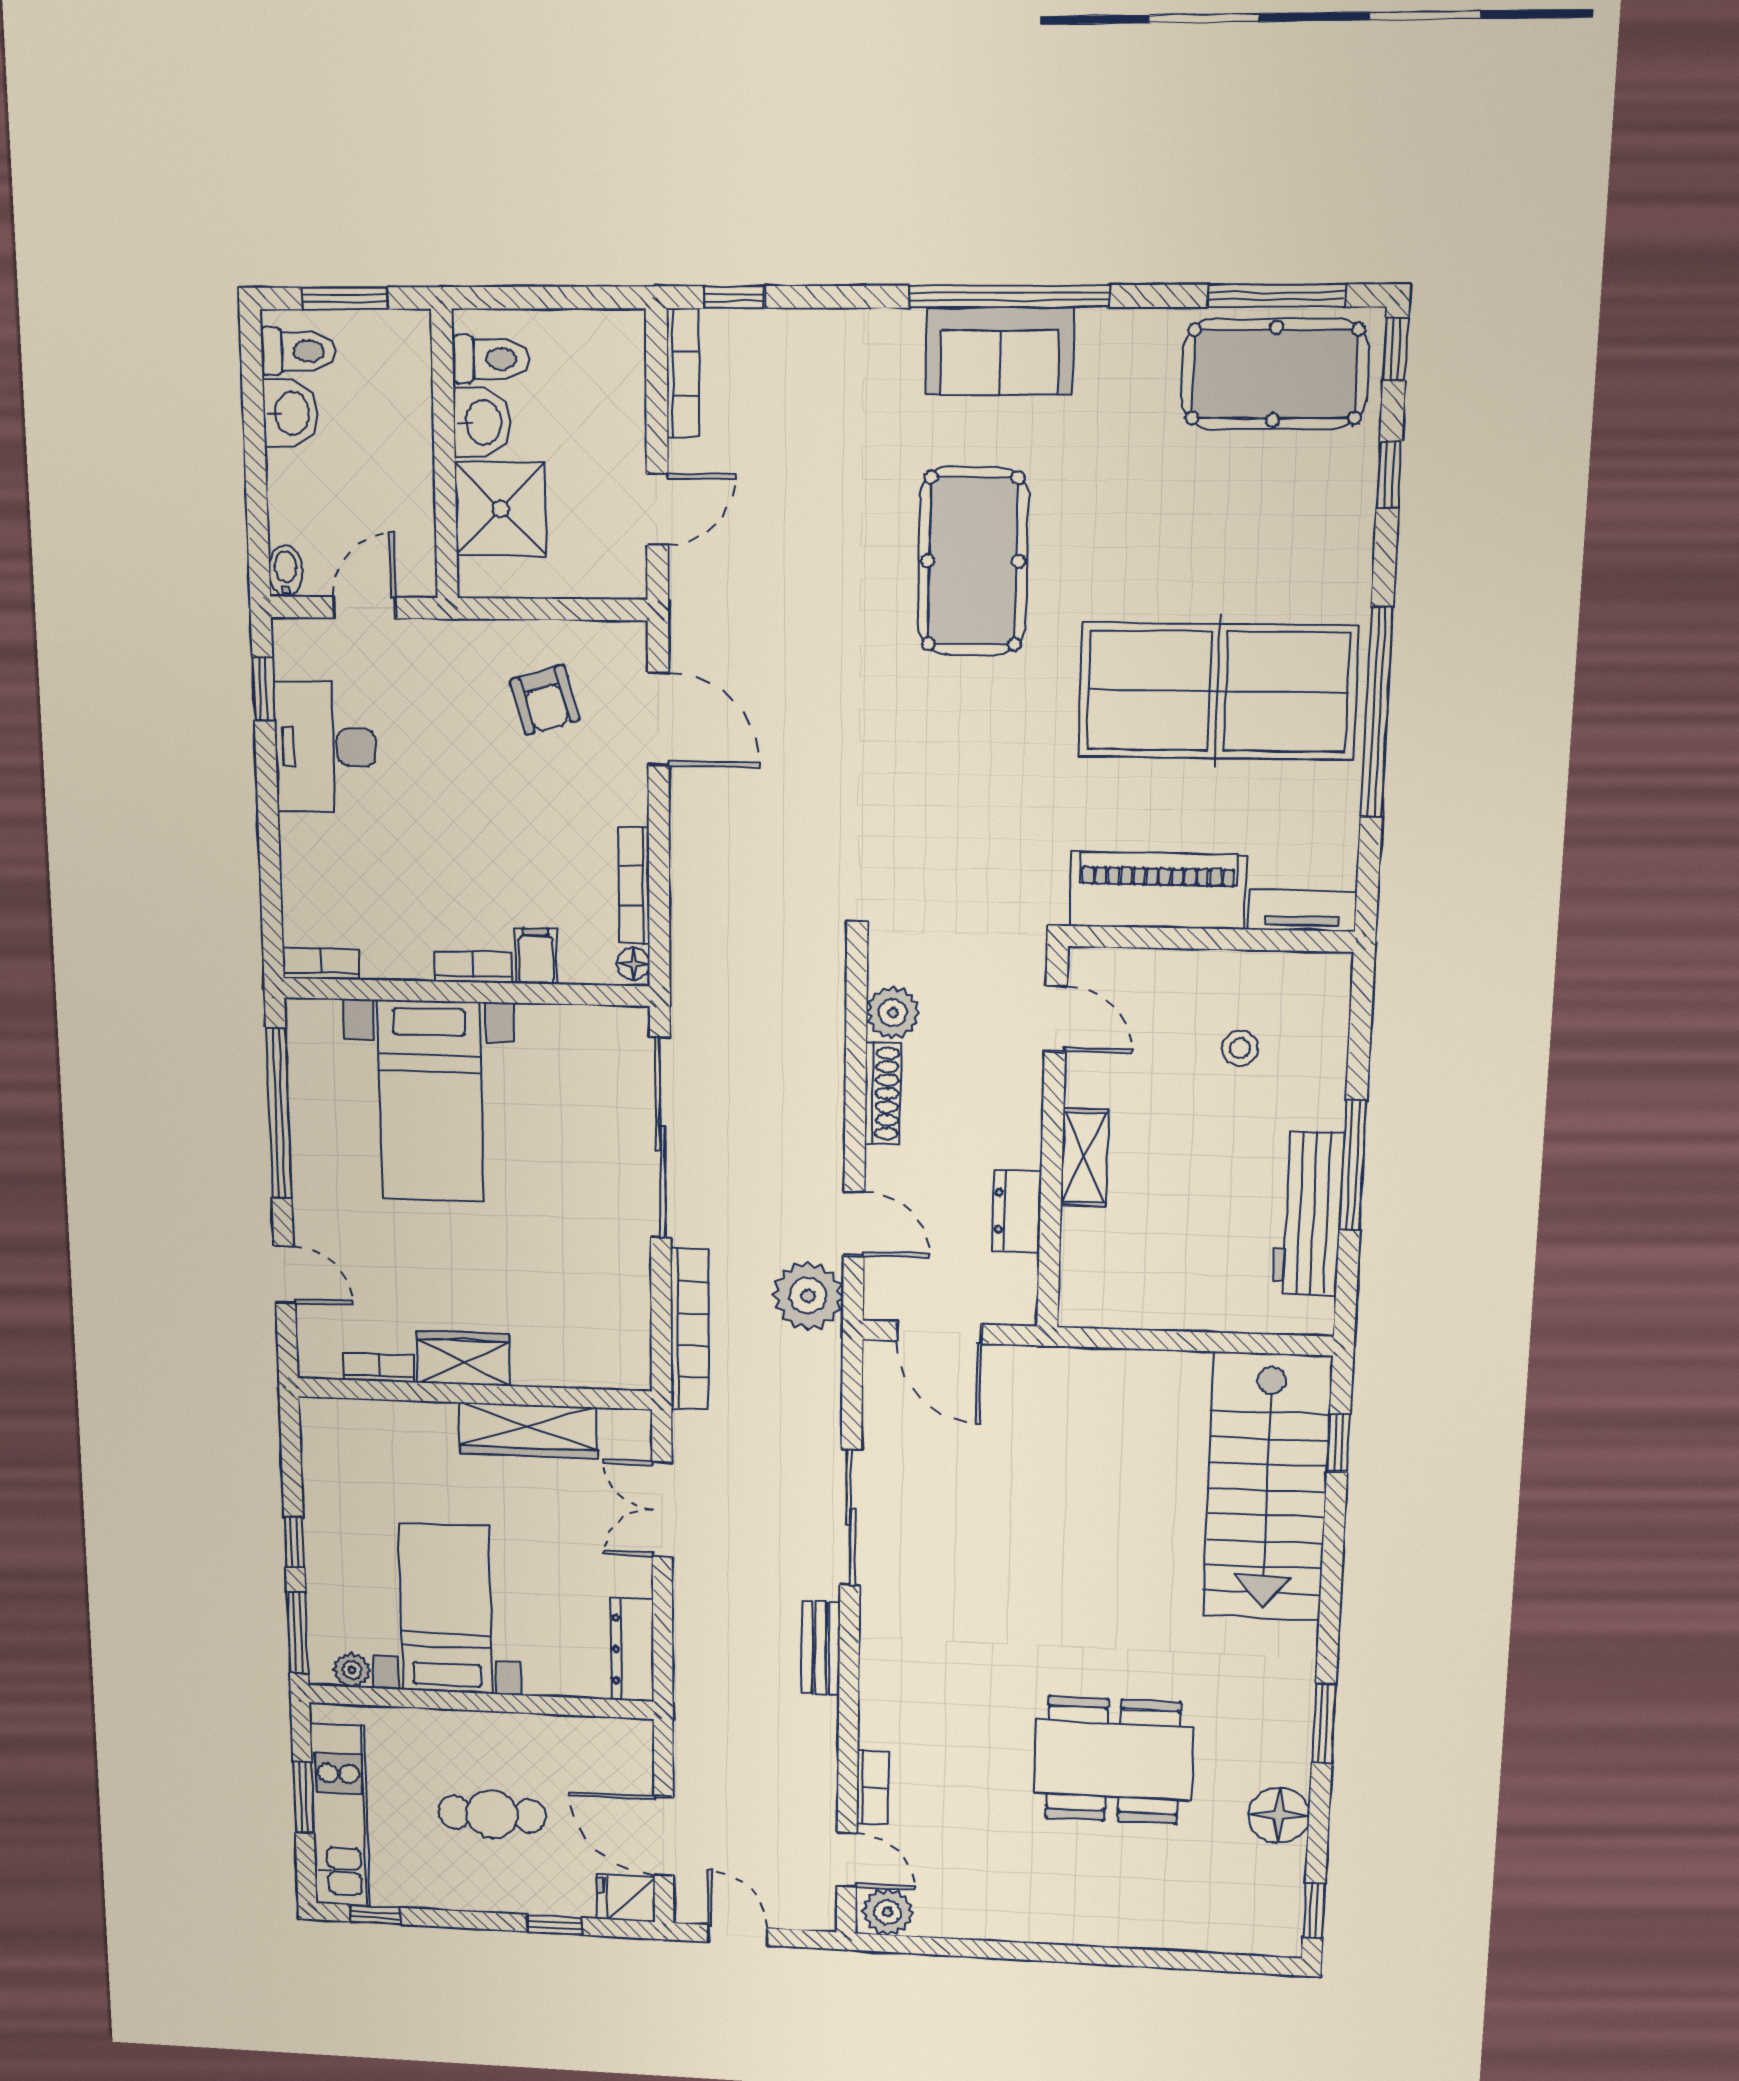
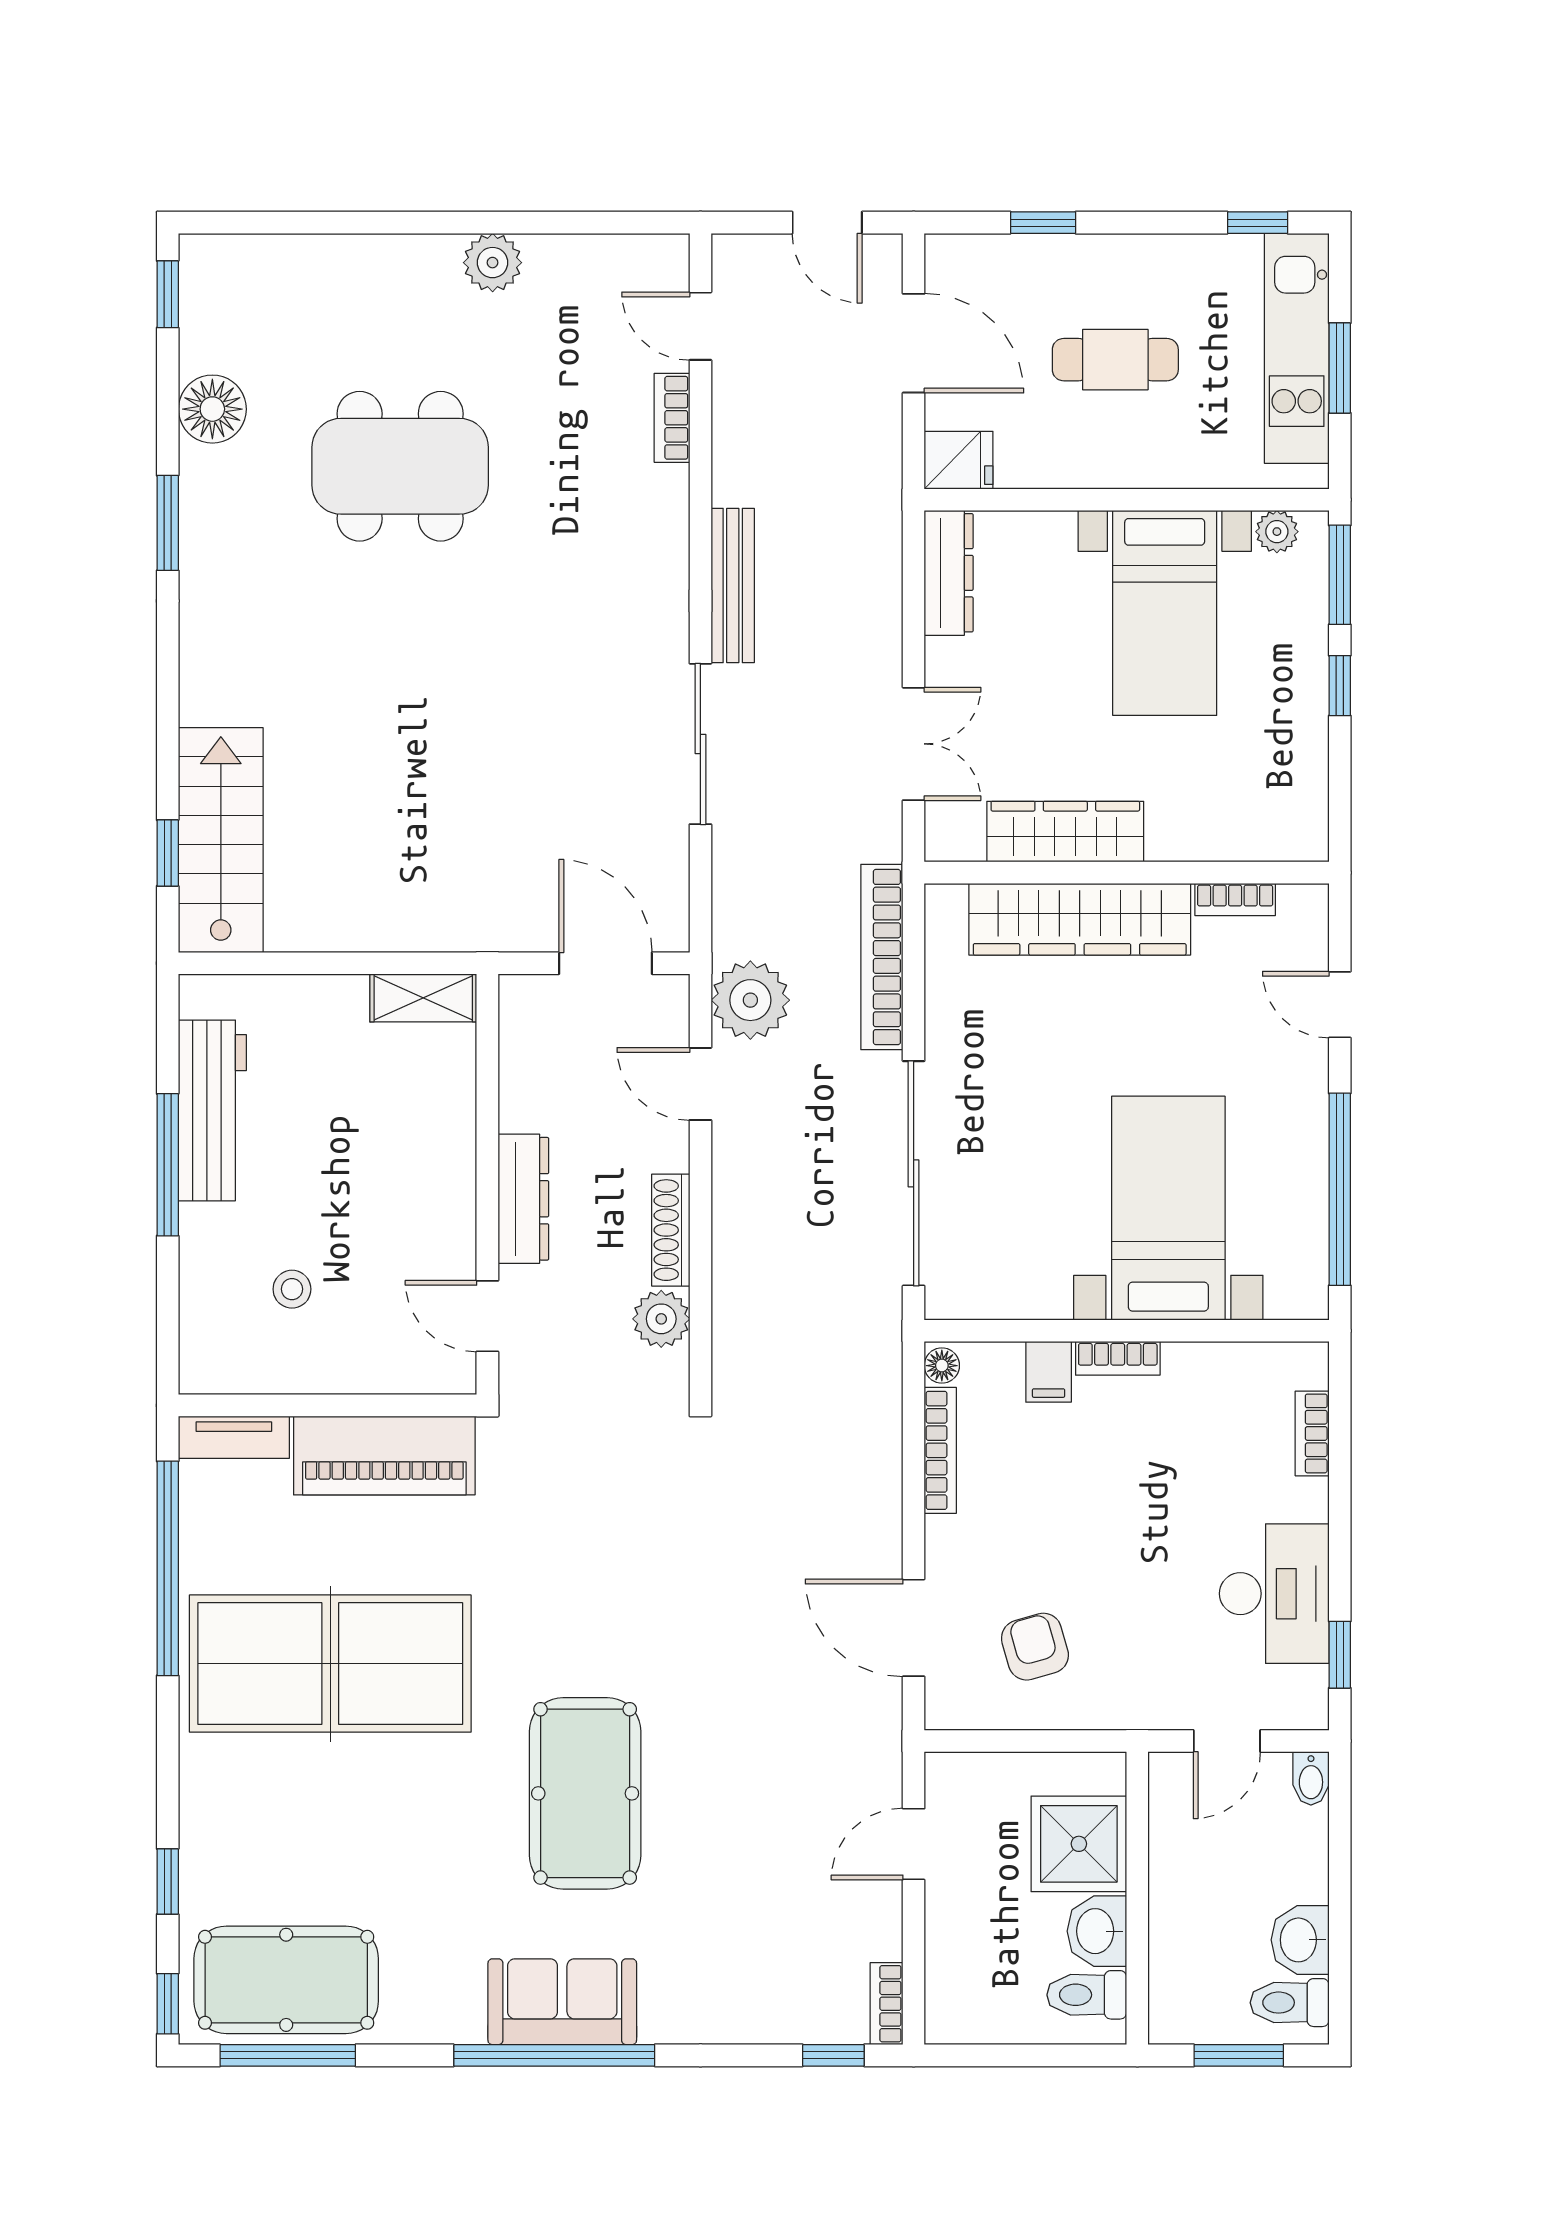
bookcase: (683, 373) -> (887, 2004), width x0.64
window: (1377, 713) -> (168, 1568), moved
bookcase: (321, 964) -> (1312, 1433), moved, turned 90
shelving: (1084, 1158) -> (423, 998), moved, turned 90
dresser: (1017, 1211) -> (523, 1199), moved, width x1.44
wardrobe: (463, 1358) -> (1080, 919), width x2.10, depth x1.17
stairs: (1267, 1487) -> (221, 840), width x0.73, depth x0.66
bench: (821, 1648) -> (733, 586), width x1.36
fridge: (626, 1898) -> (959, 460), moved
plant: (888, 1912) -> (493, 263), moved

